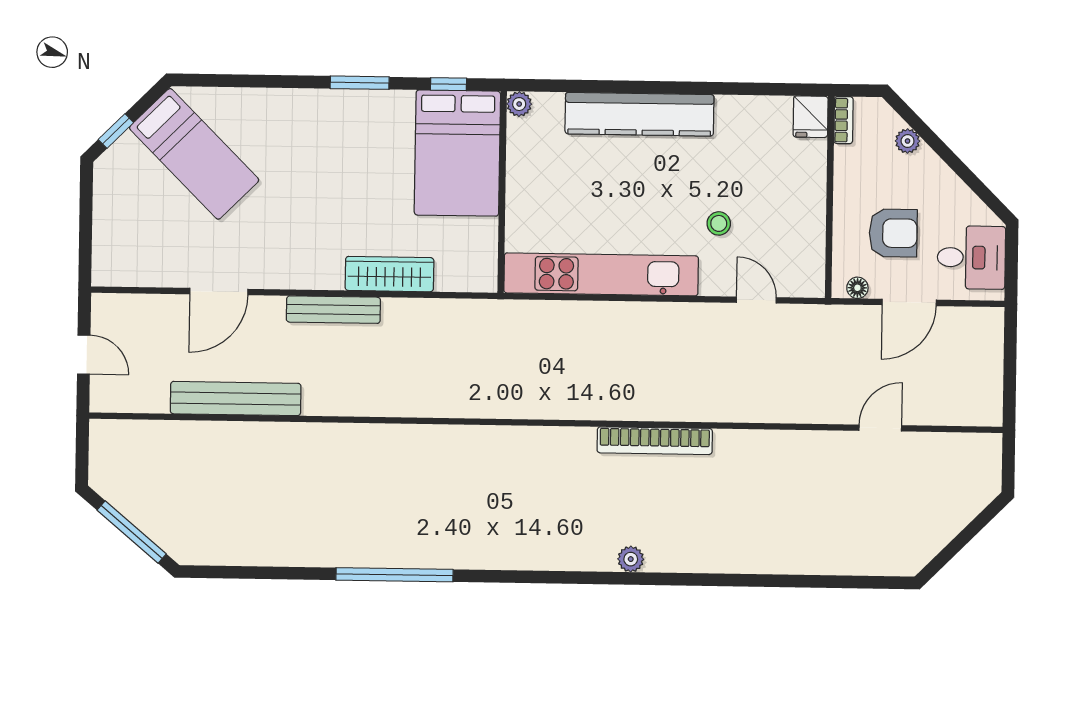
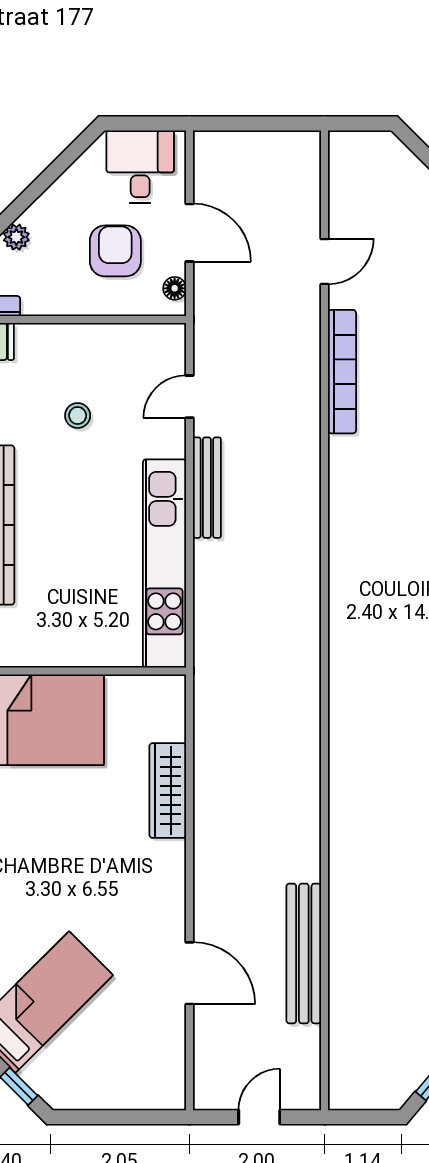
stool: (719, 223) -> (78, 416), moved
bench: (333, 310) -> (207, 488), moved
door: (880, 428) -> (325, 261), swing flipped
bookcase: (655, 441) -> (342, 372), moved

